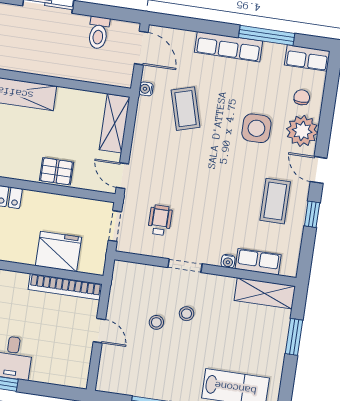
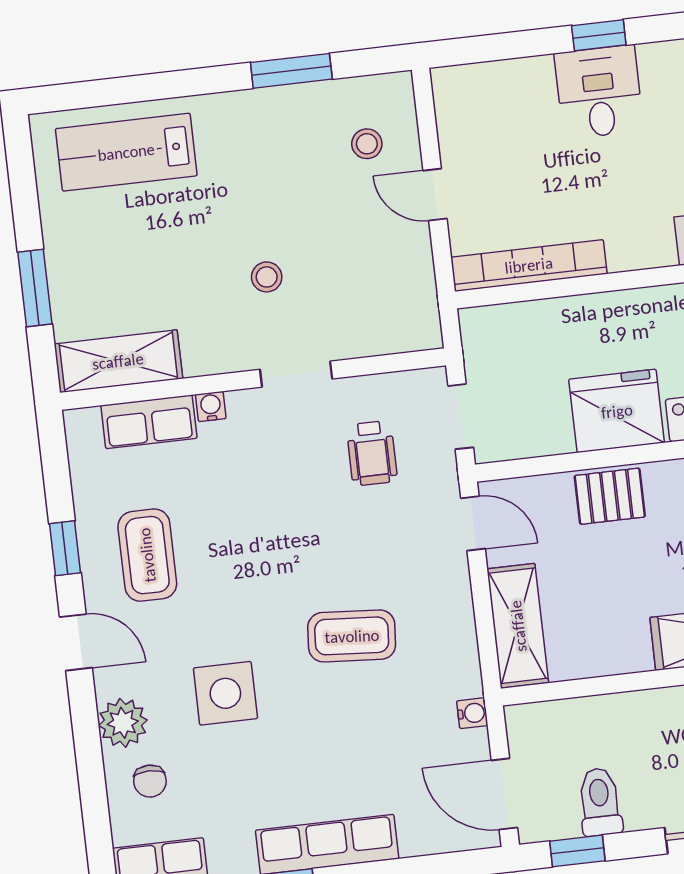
window: (115, 13) -> (577, 851), added
coffee table: (186, 109) -> (352, 636), moved, turned -70
plant: (302, 131) -> (123, 723), width x0.73, depth x0.73
fridge: (58, 252) -> (617, 411), moved, turned 180
stool: (156, 322) -> (367, 144), moved

